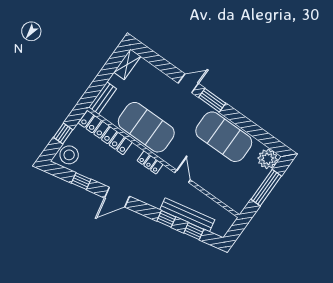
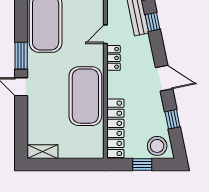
bench: (103, 98) -> (87, 152), removed
locker: (150, 162) -> (113, 58), moved

